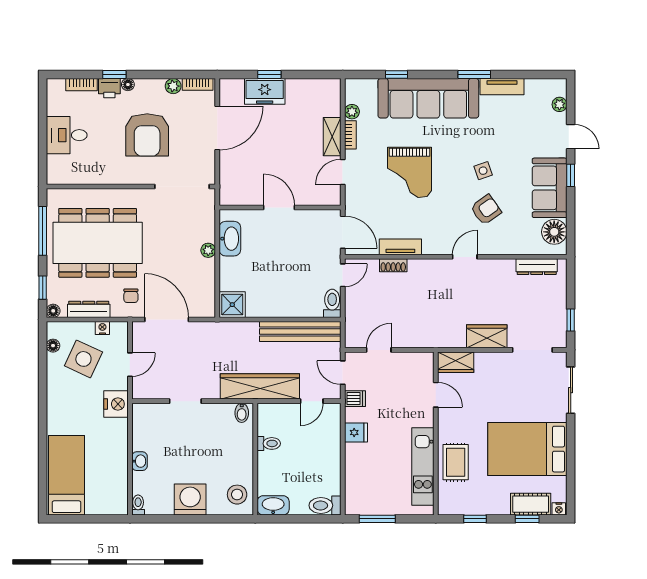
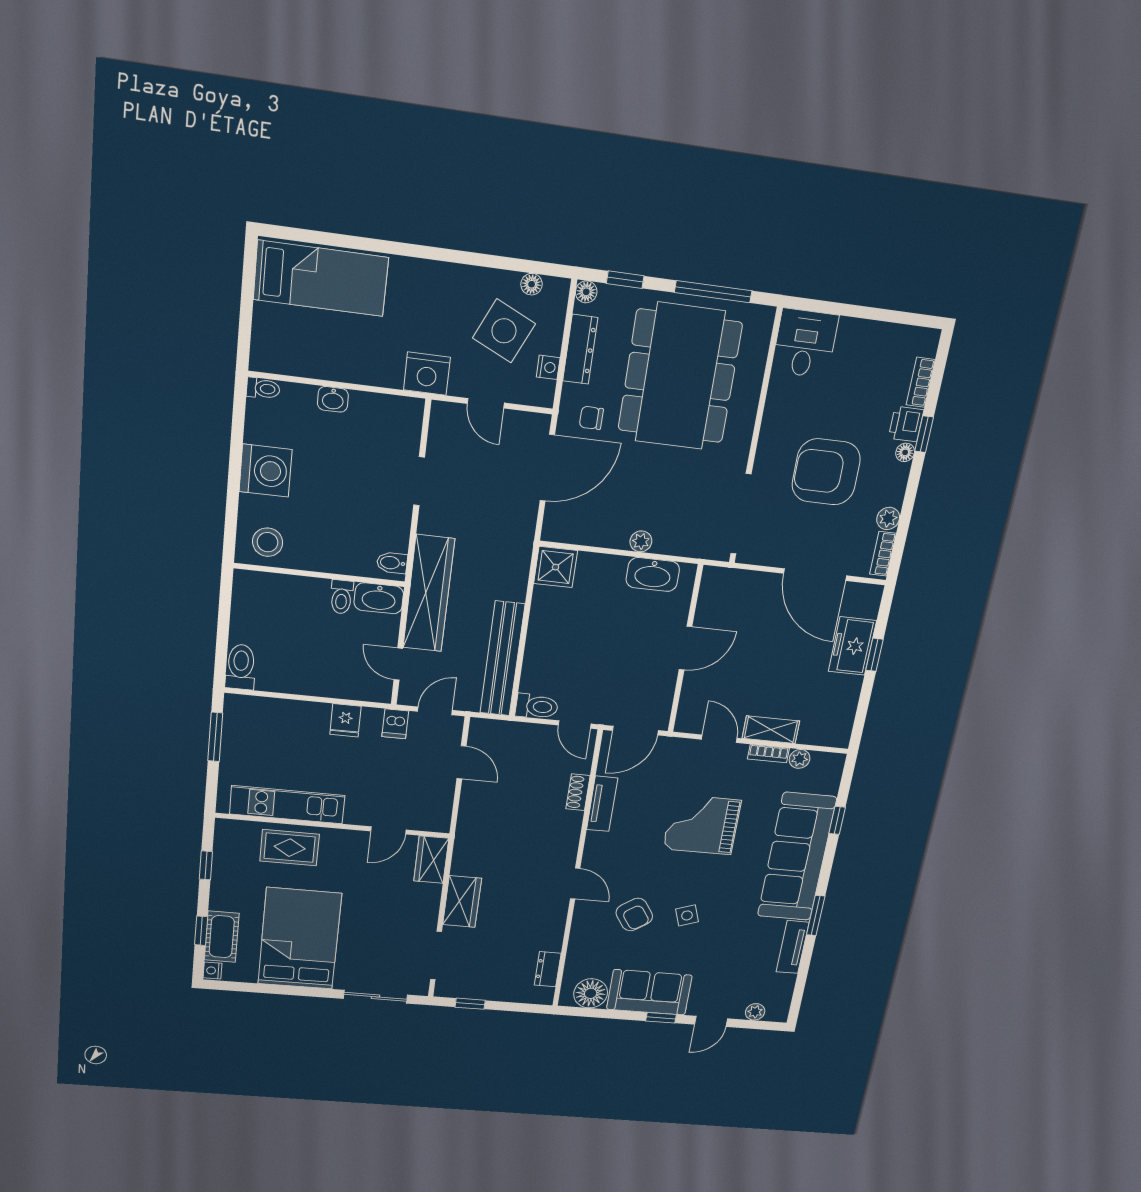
desk: (67, 135) -> (805, 343), moved
dresser: (537, 267) -> (548, 969), width x0.70
washbasin: (273, 505) -> (379, 598), moved, turned 90

